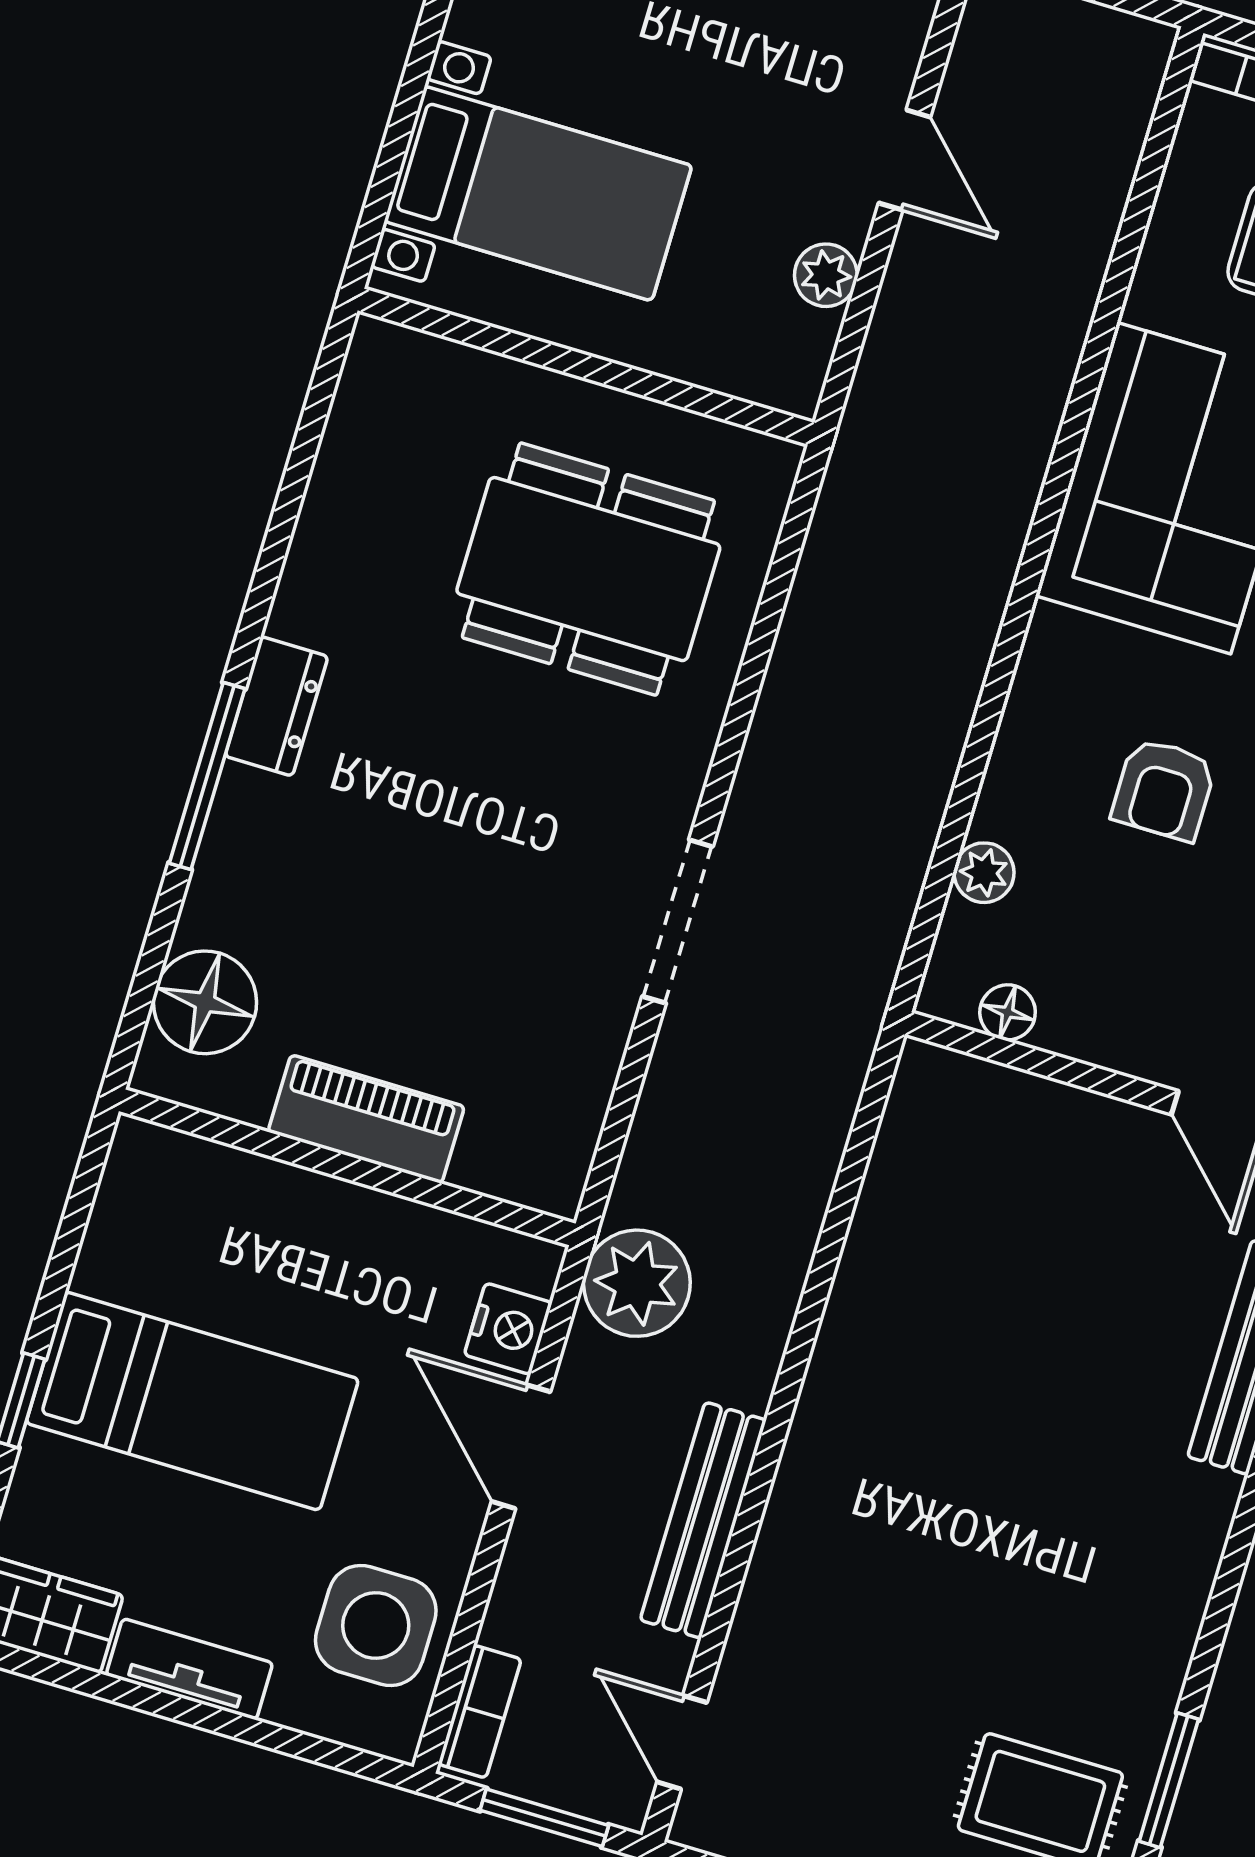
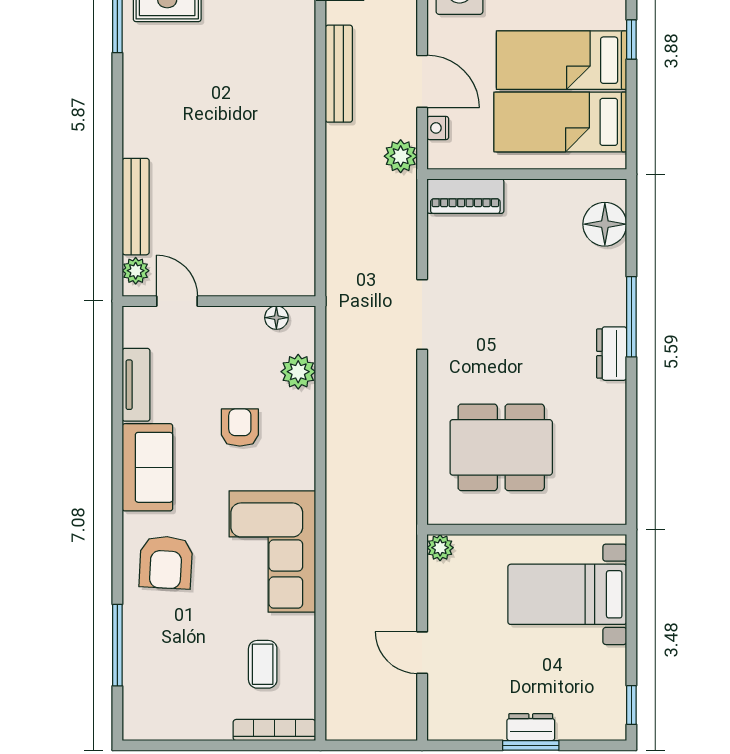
plant: (826, 275) -> (440, 548), moved
plant: (984, 873) -> (298, 372), width x1.38, depth x1.38
piano: (366, 1119) -> (465, 196), moved
bed: (237, 1263) -> (560, 122), added
plant: (637, 1283) -> (401, 156), width x0.73, depth x0.73
nightstand: (508, 1329) -> (438, 128), width x0.72, depth x0.74

